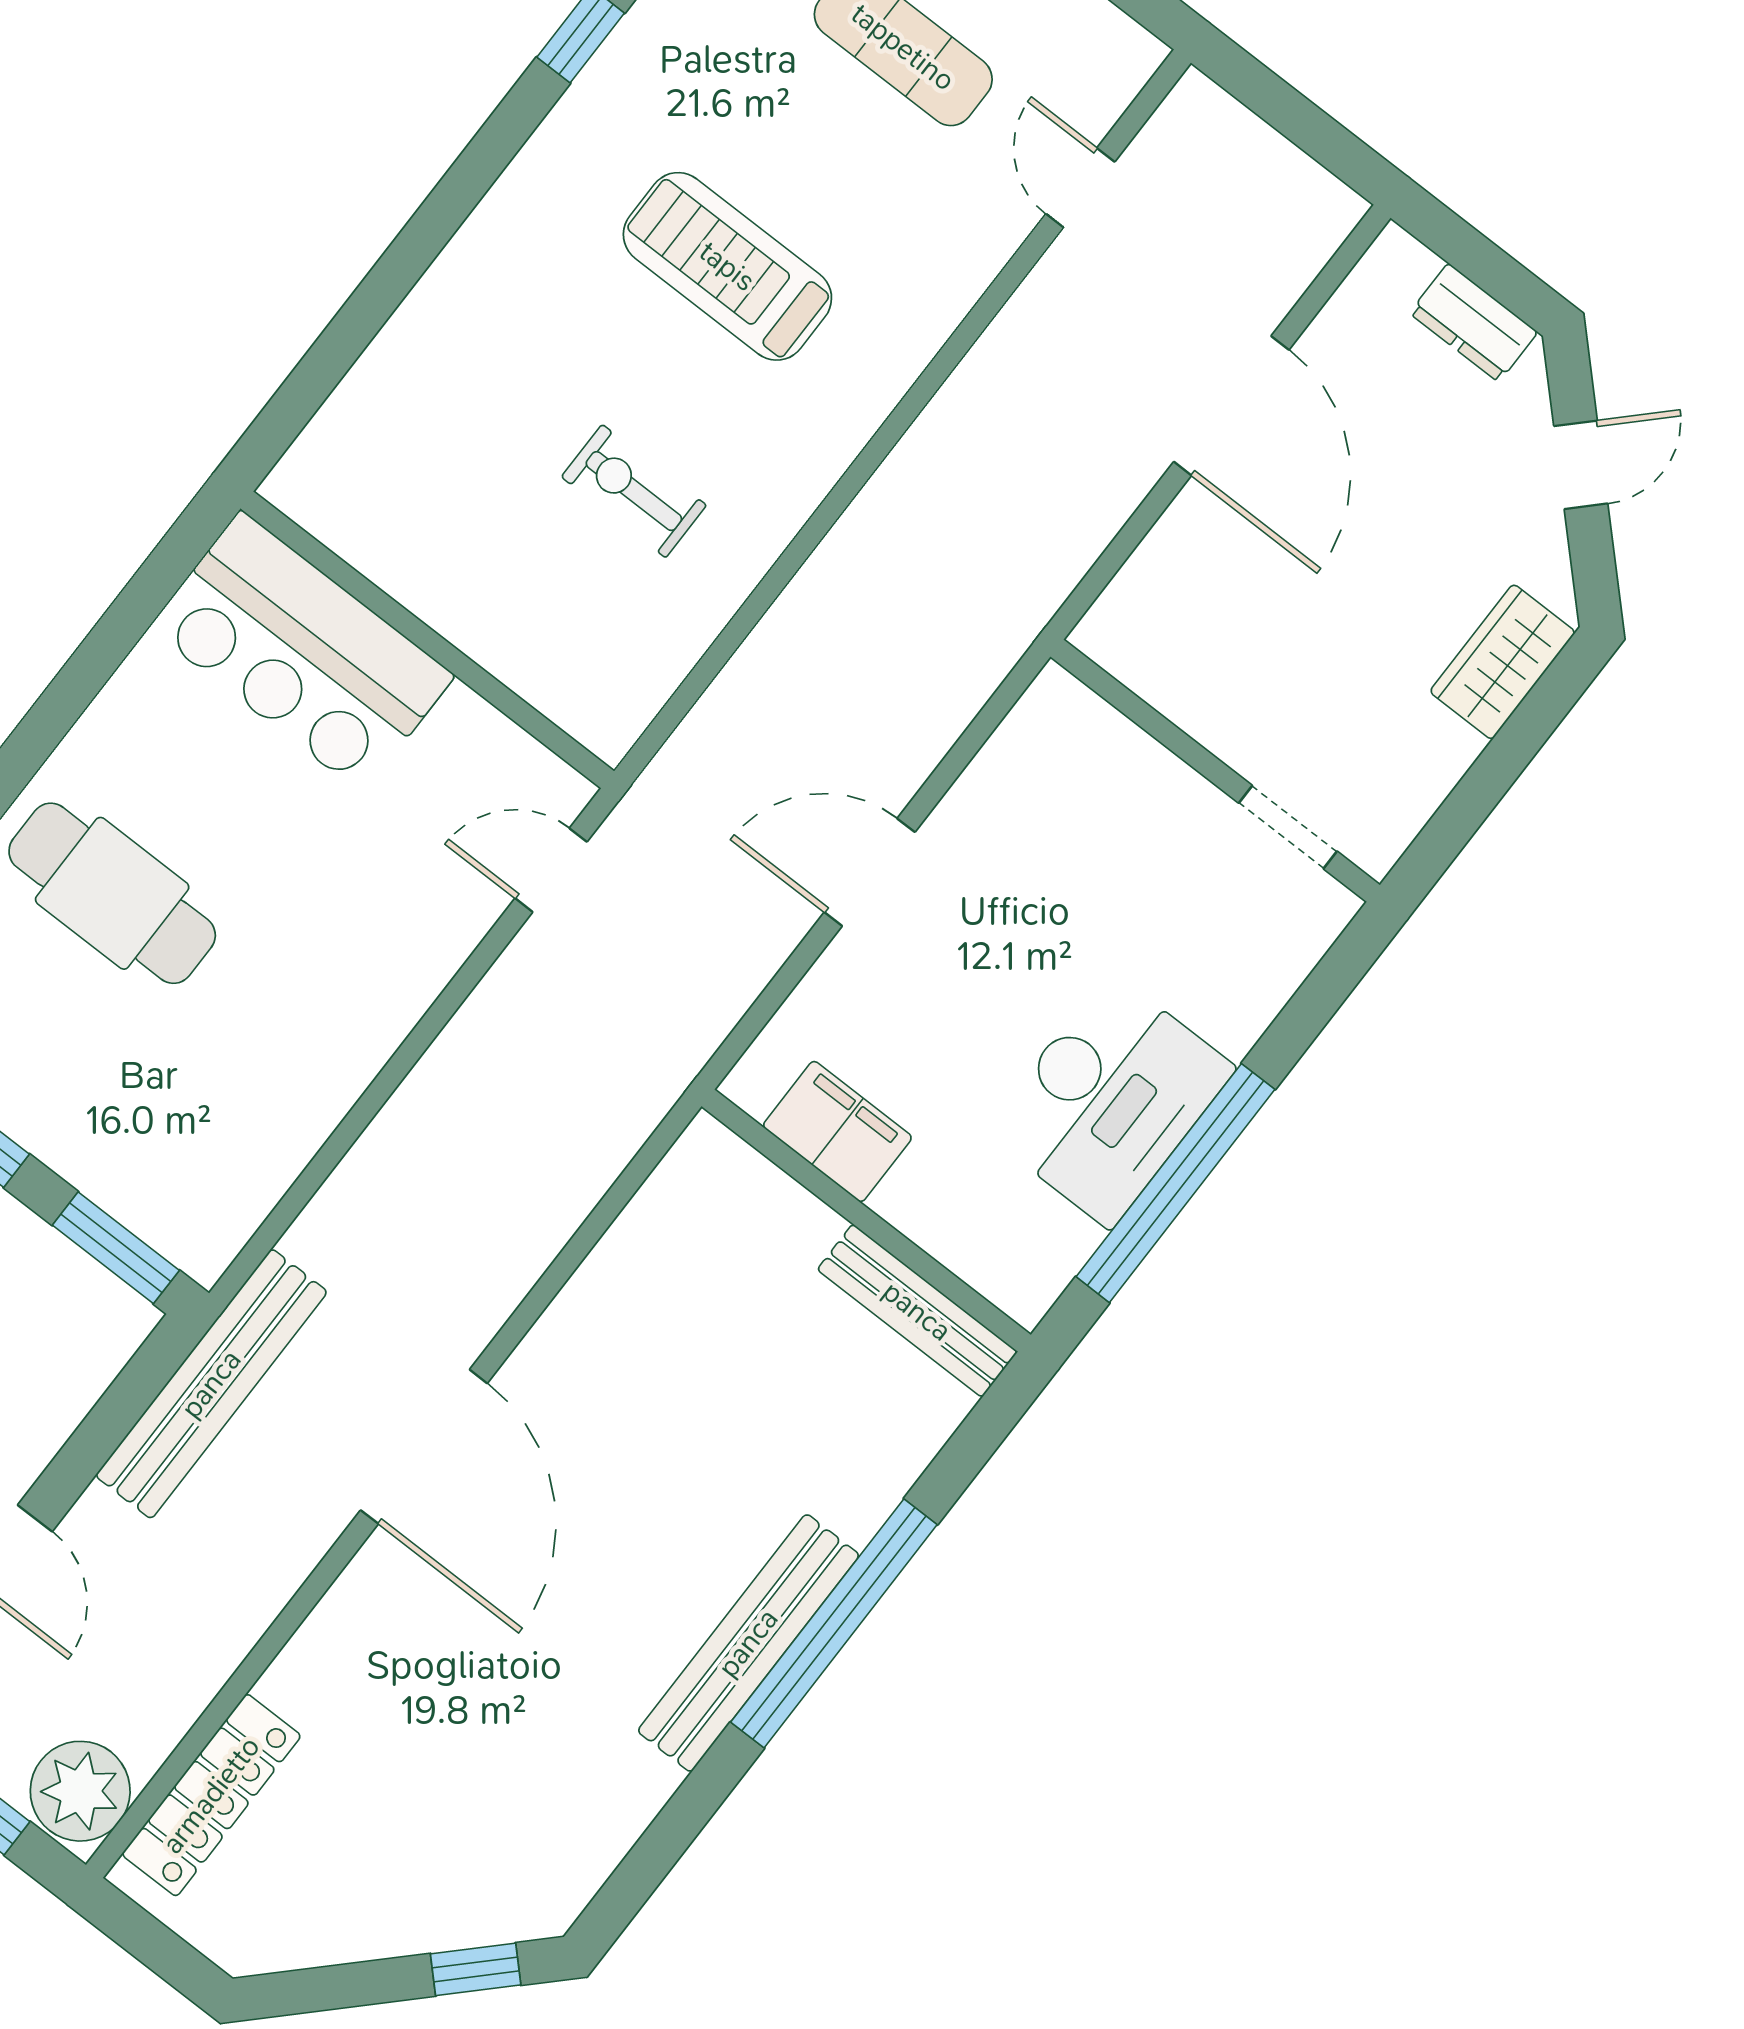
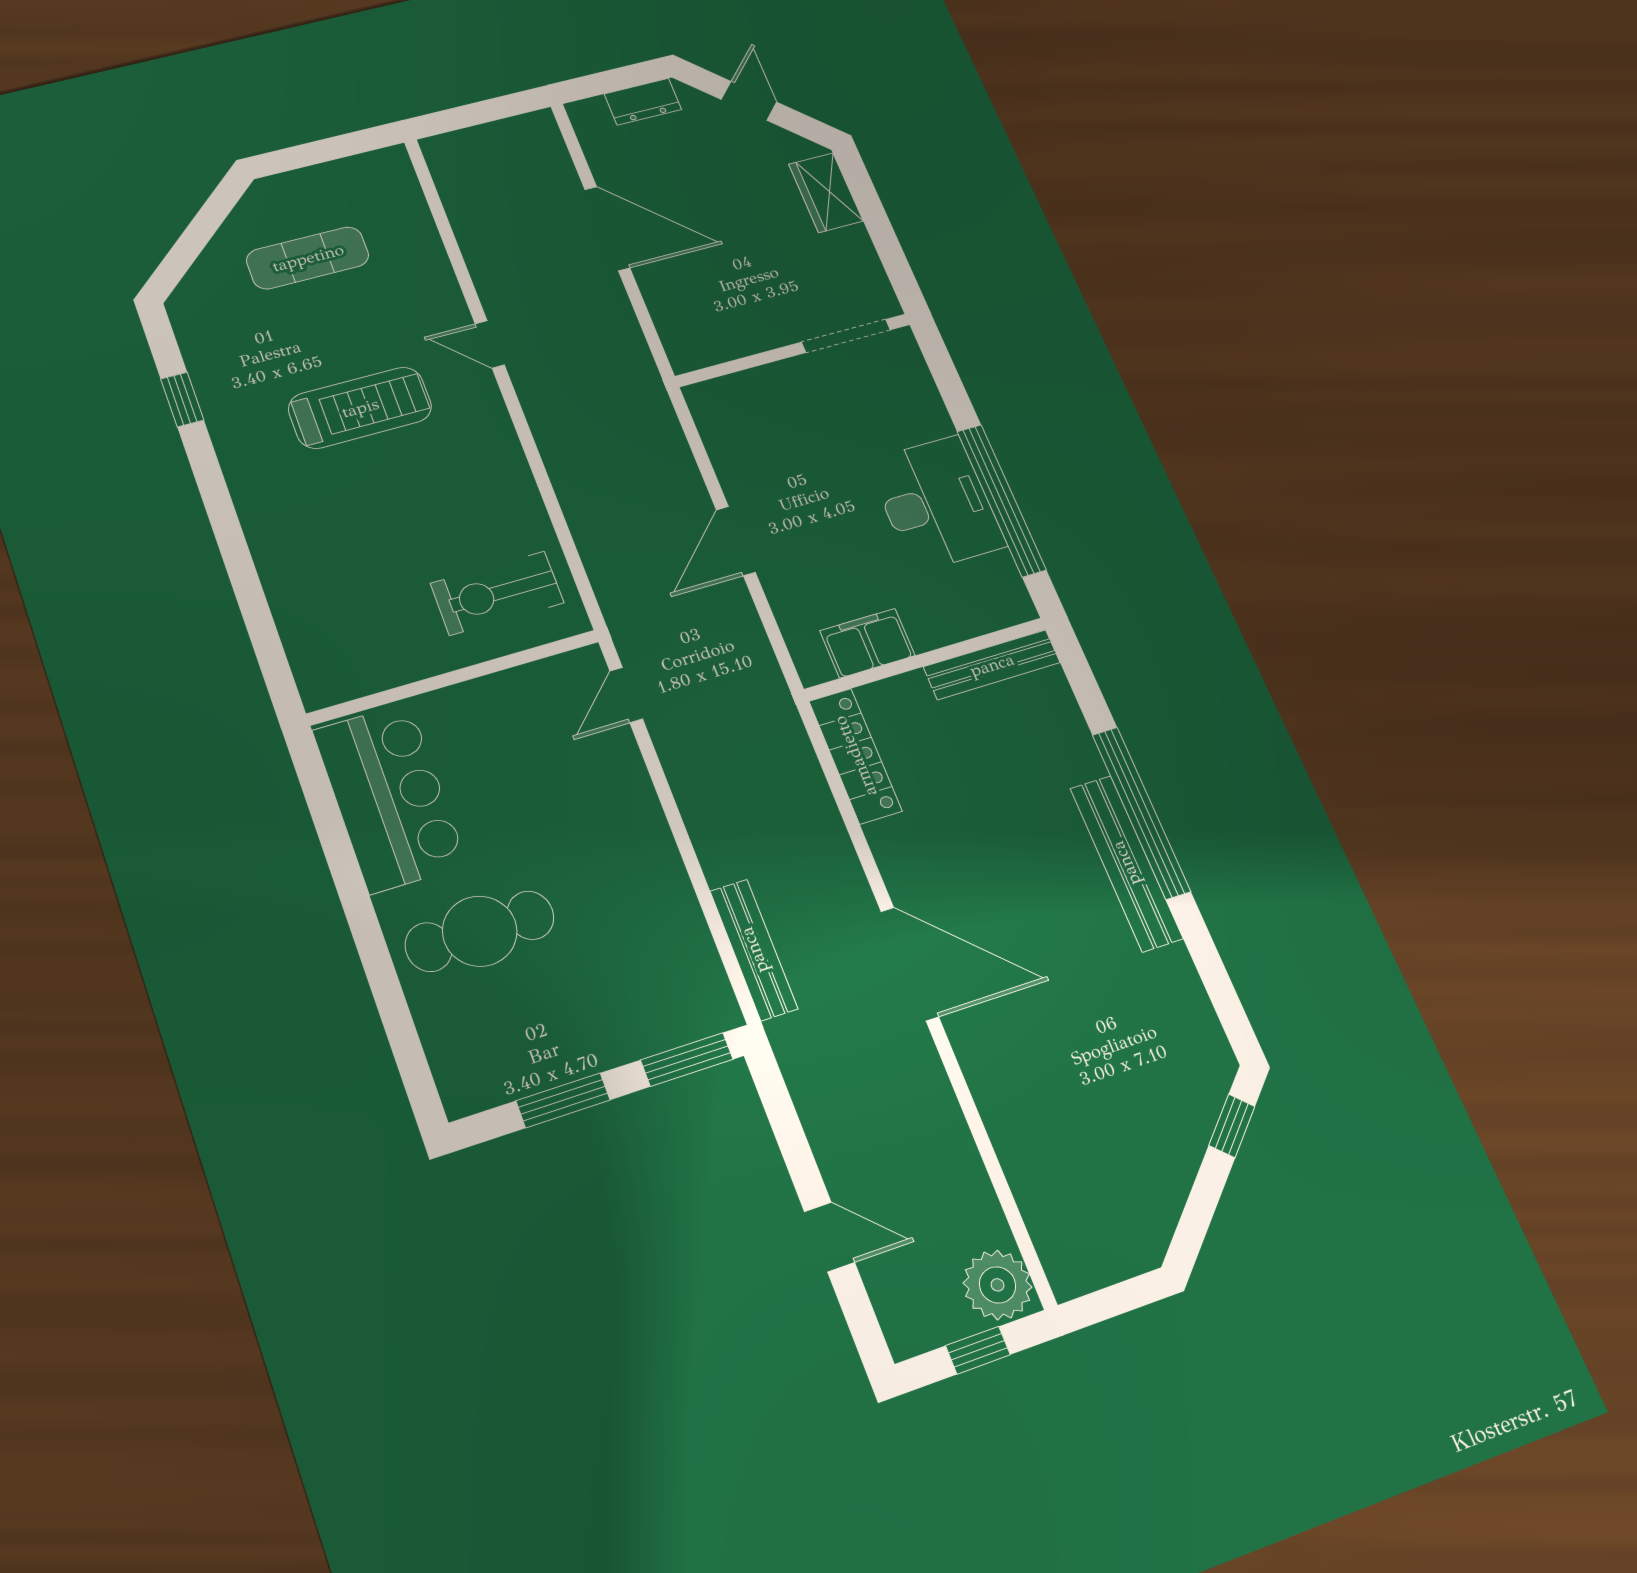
door: (1080, 188) -> (490, 344), moved
treadmill: (727, 266) -> (360, 408), turned 180
exercise bike: (634, 491) -> (497, 593), moved, width x1.38, depth x1.39
bar counter: (302, 652) -> (389, 797), moved, turned -90
doorway: (1288, 827) -> (846, 336), width x1.38
bench: (211, 1384) -> (754, 950), moved, width x0.73, depth x0.82
locker: (211, 1795) -> (855, 756), moved

